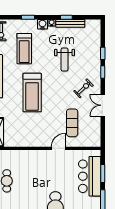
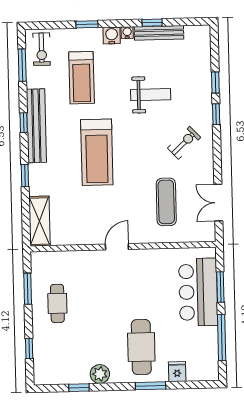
weight bench: (65, 60) -> (151, 95), turned -90
double door: (103, 105) -> (218, 203), moved
door: (58, 148) -> (117, 247), moved

